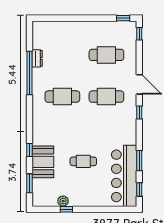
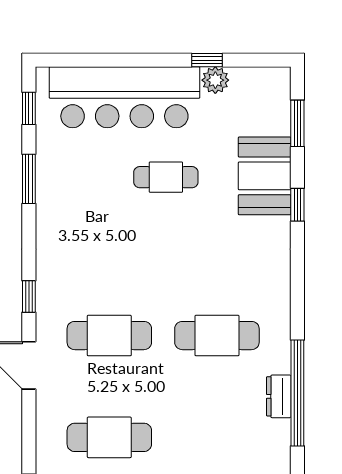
dresser: (37, 58) -> (279, 396), moved
bar counter: (124, 176) -> (124, 97), moved, turned 90

